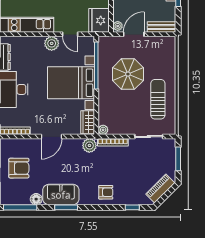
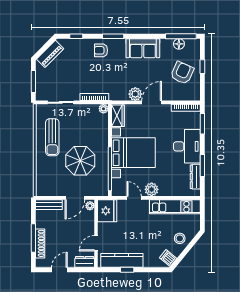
plant: (89, 145) -> (135, 94), moved
armchair: (19, 168) -> (182, 73), turned 114
floor lamp: (36, 199) -> (179, 44), moved
window: (66, 207) -> (113, 36), moved

